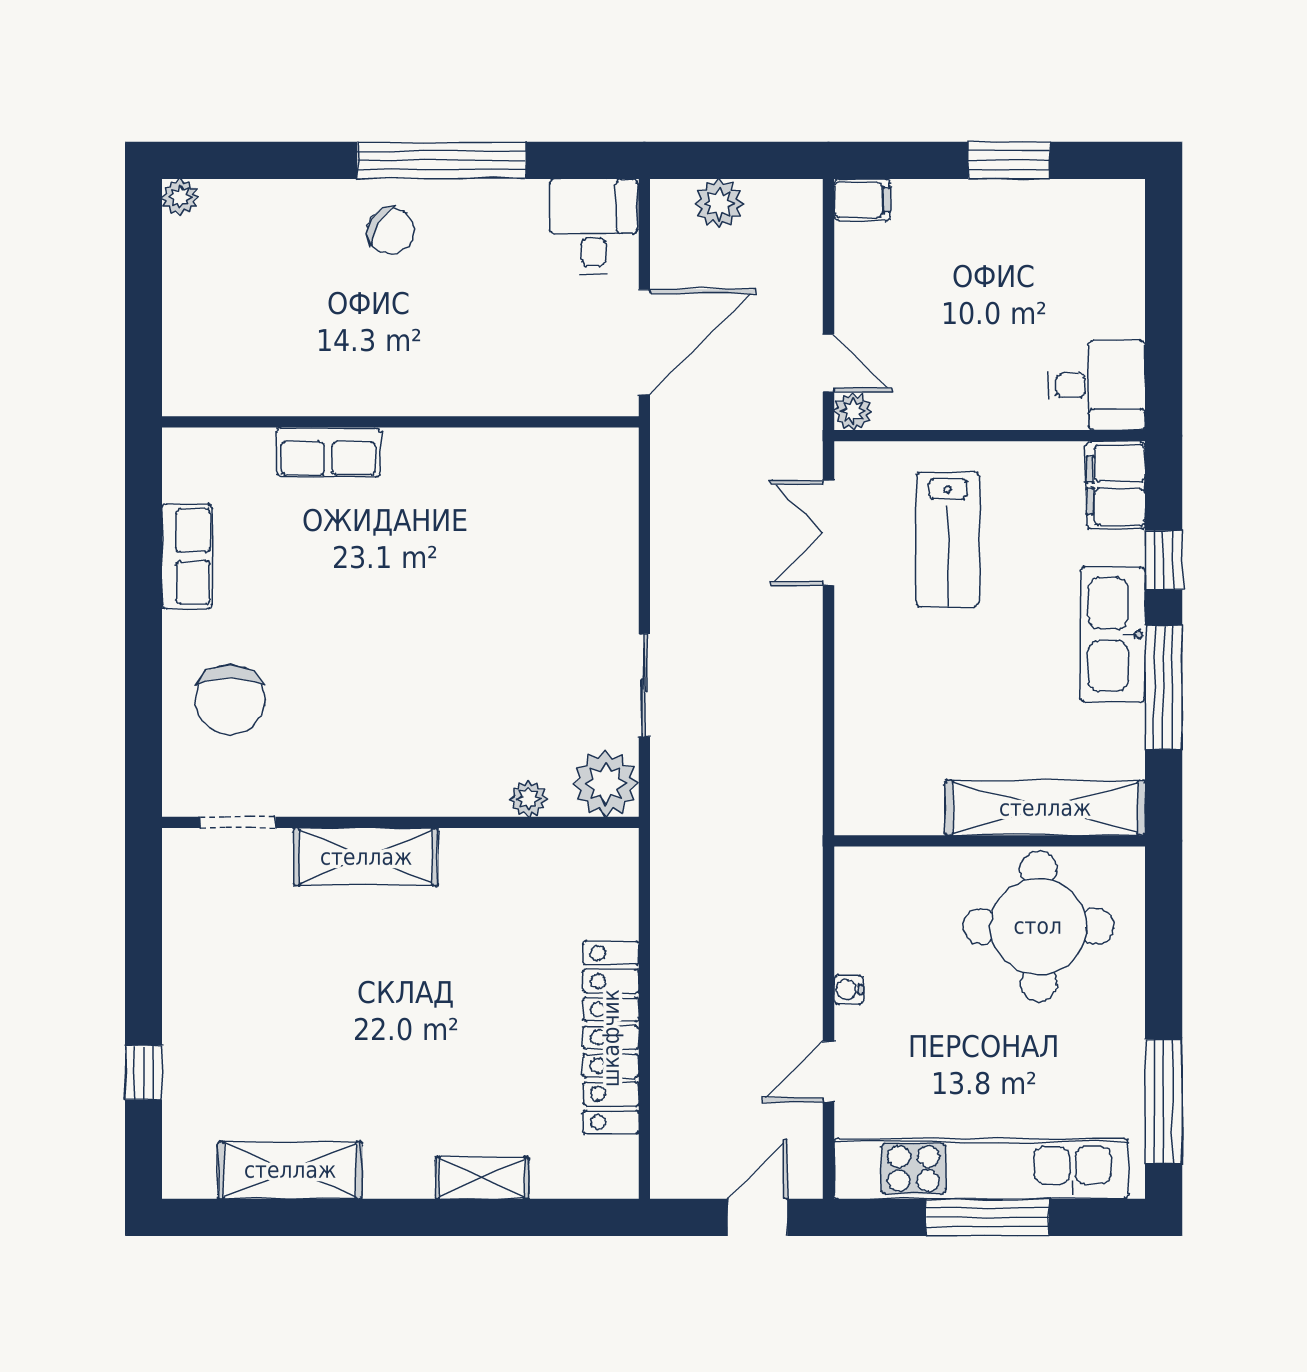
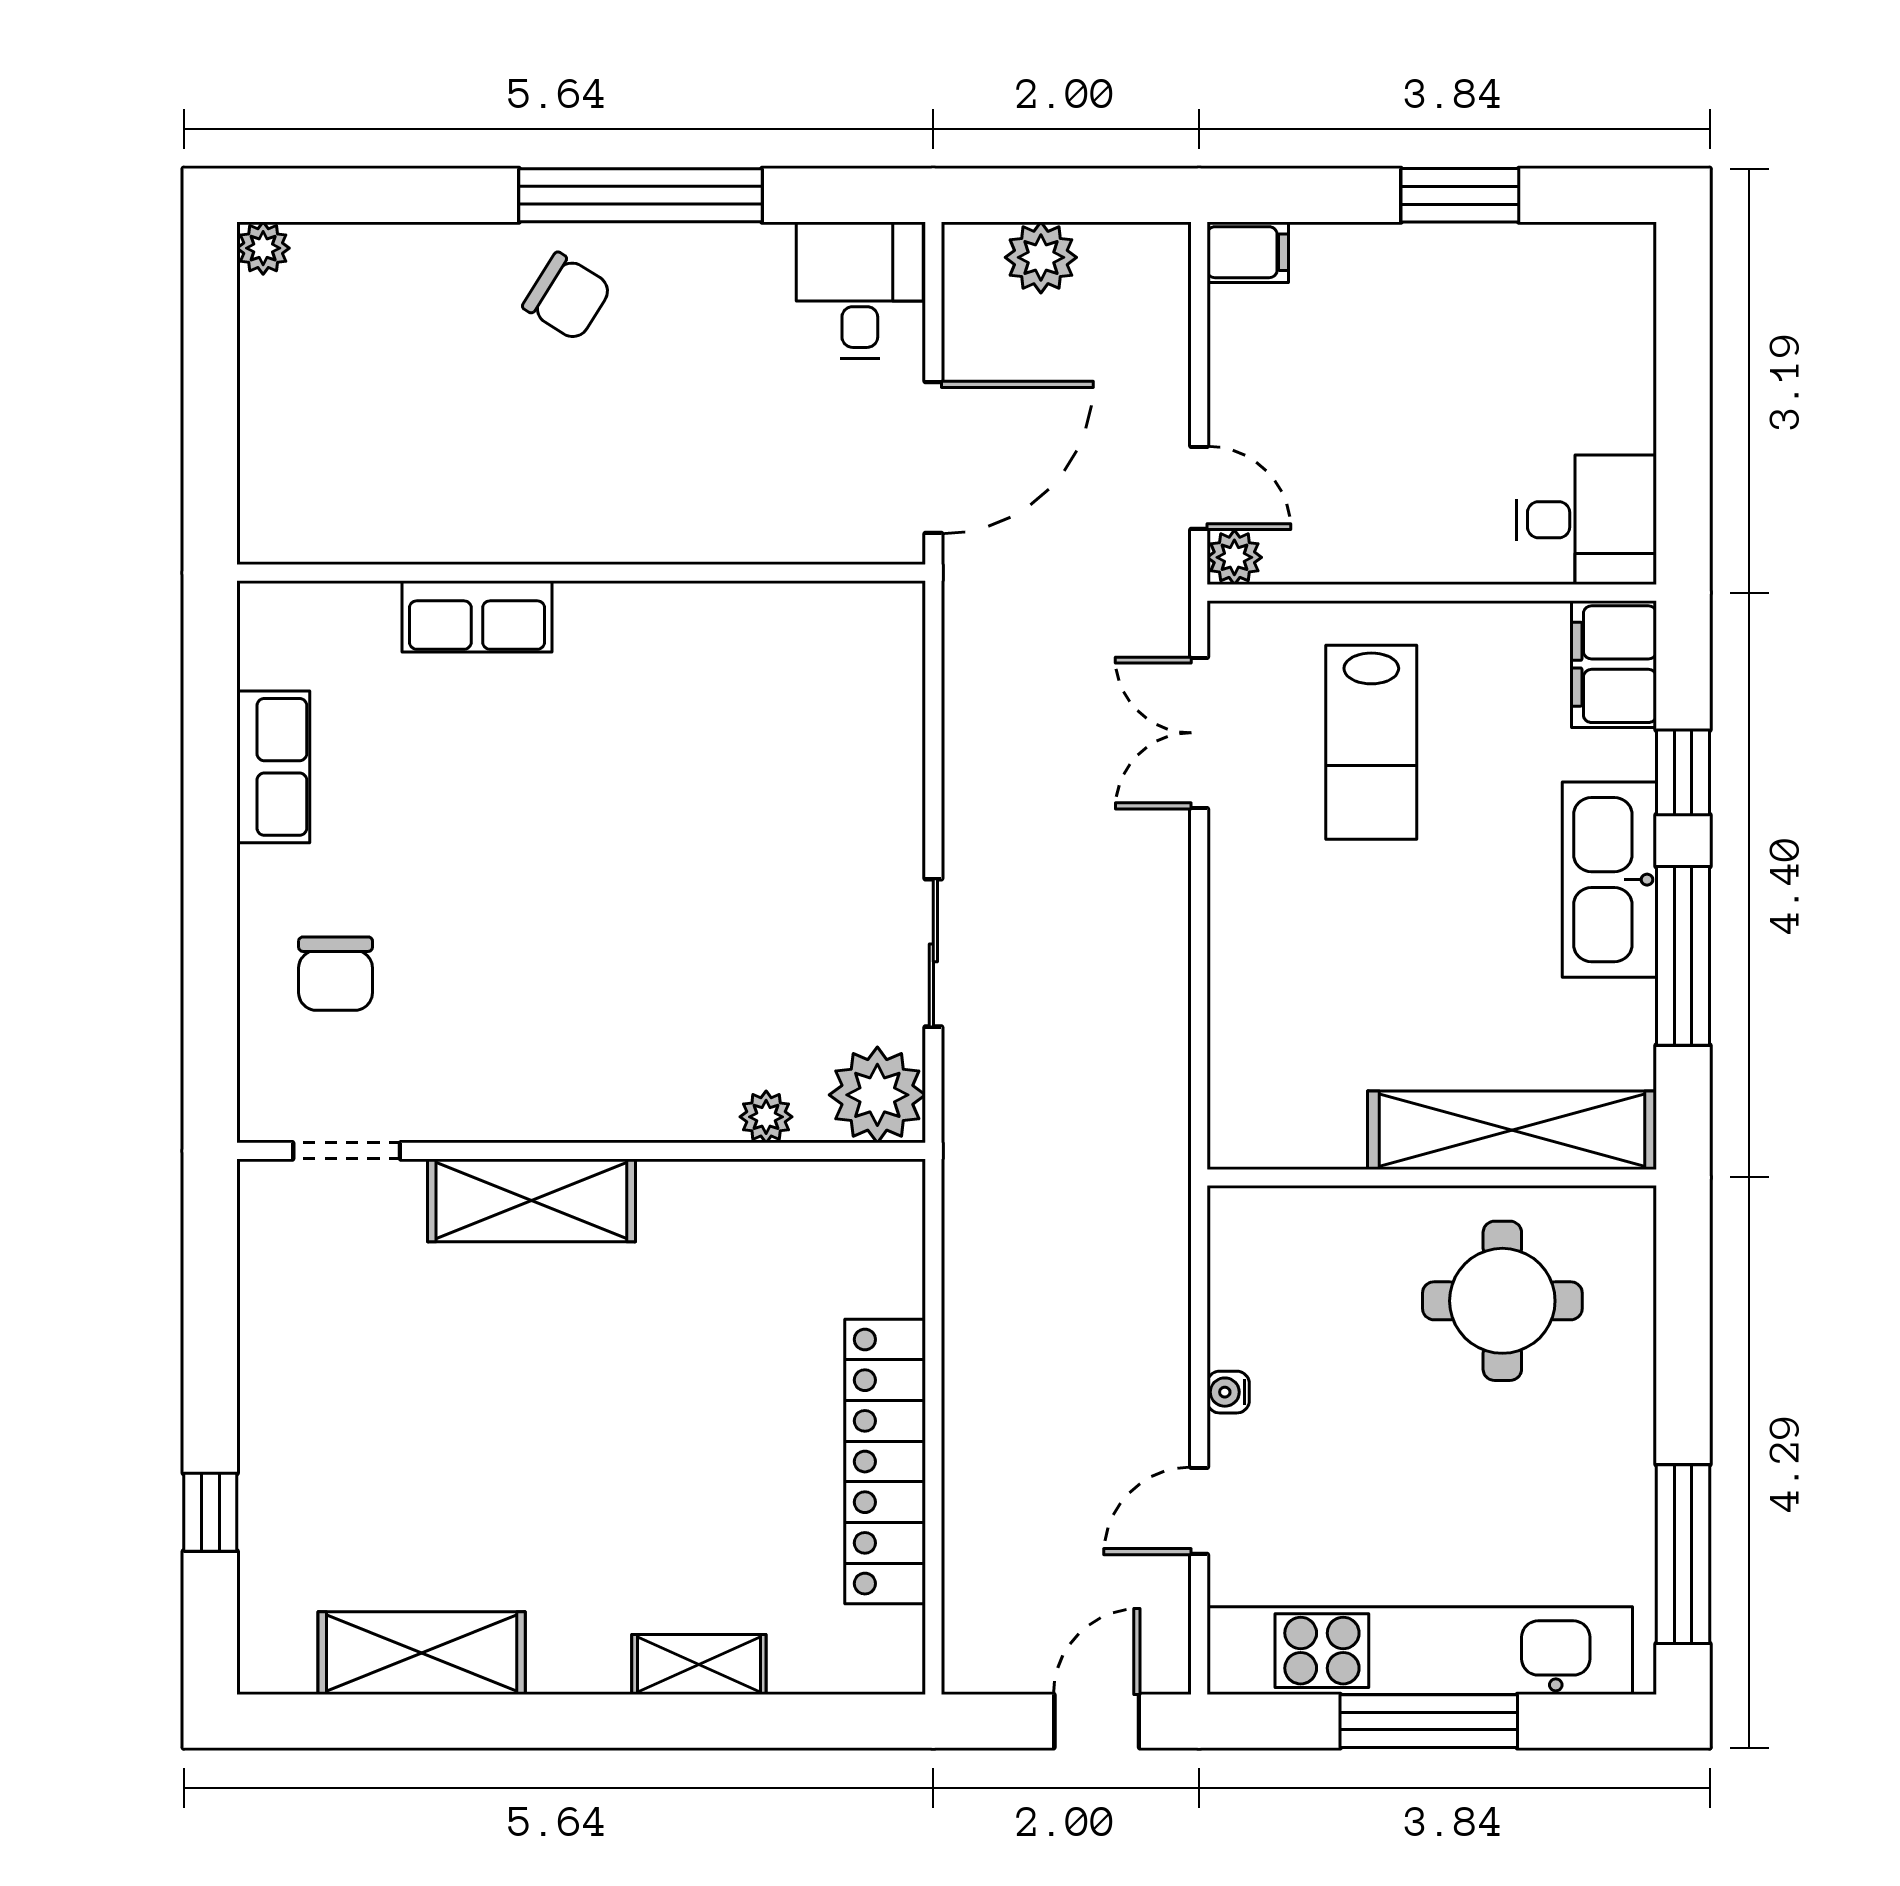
chair: (230, 700) -> (336, 974), width x0.73, depth x0.73
round table: (1038, 926) -> (1502, 1301), width x0.73, depth x0.73

